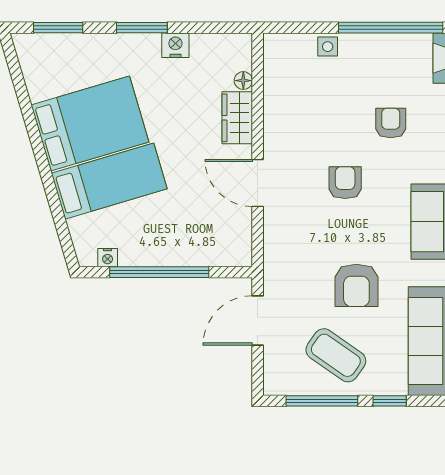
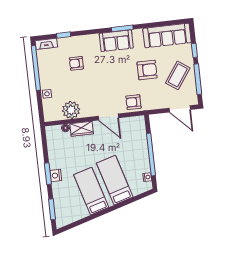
nightstand: (175, 45) -> (56, 175), moved
plant: (284, 98) -> (71, 110), added
bed: (90, 123) -> (91, 191), width x0.67
door: (258, 183) -> (108, 117), hinge flipped
armchair: (345, 183) -> (133, 102), moved
door: (258, 321) -> (180, 109), moved

